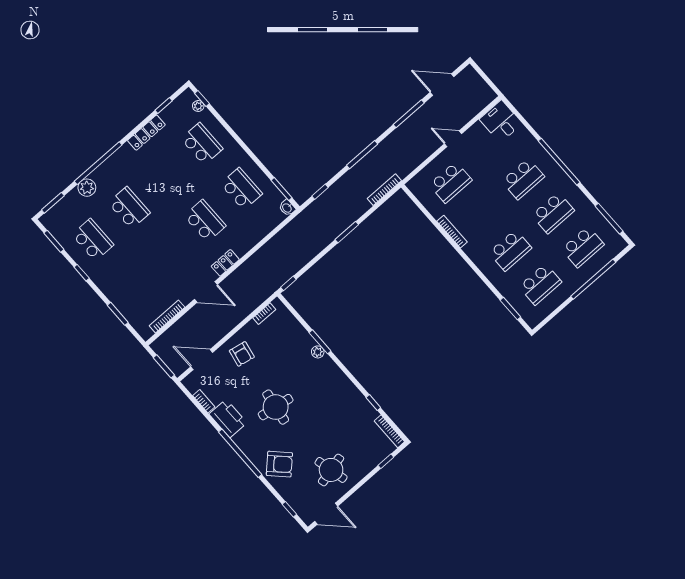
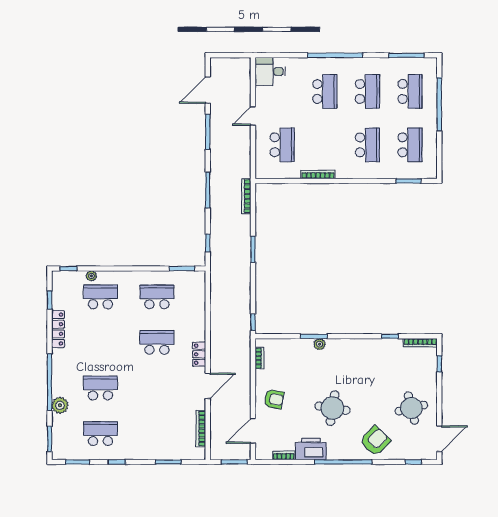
plant: (198, 106) -> (91, 276), moved
washbasin: (287, 208) -> (199, 276), removed

